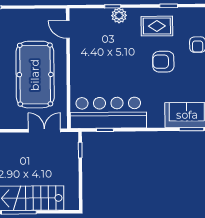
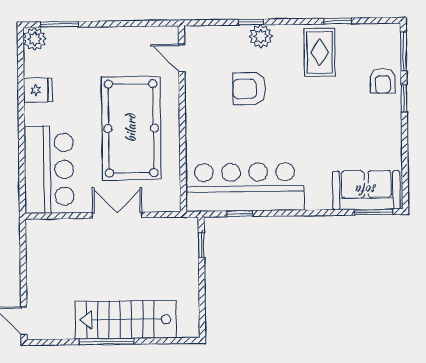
rug: (157, 26) -> (320, 52), turned 90
armchair: (163, 62) -> (249, 89), moved
double door: (44, 130) -> (117, 215), moved

